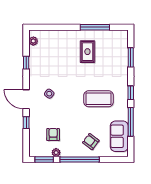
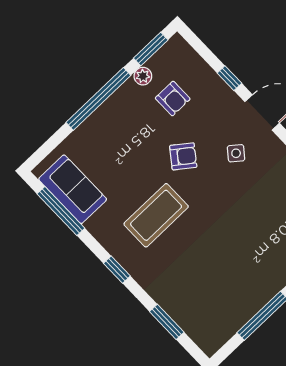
rug: (87, 52) -> (239, 269), removed
window: (131, 122) -> (61, 211), moved
armchair: (91, 142) -> (183, 156), moved

